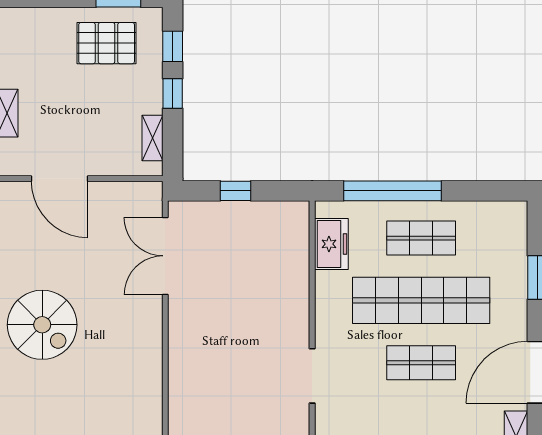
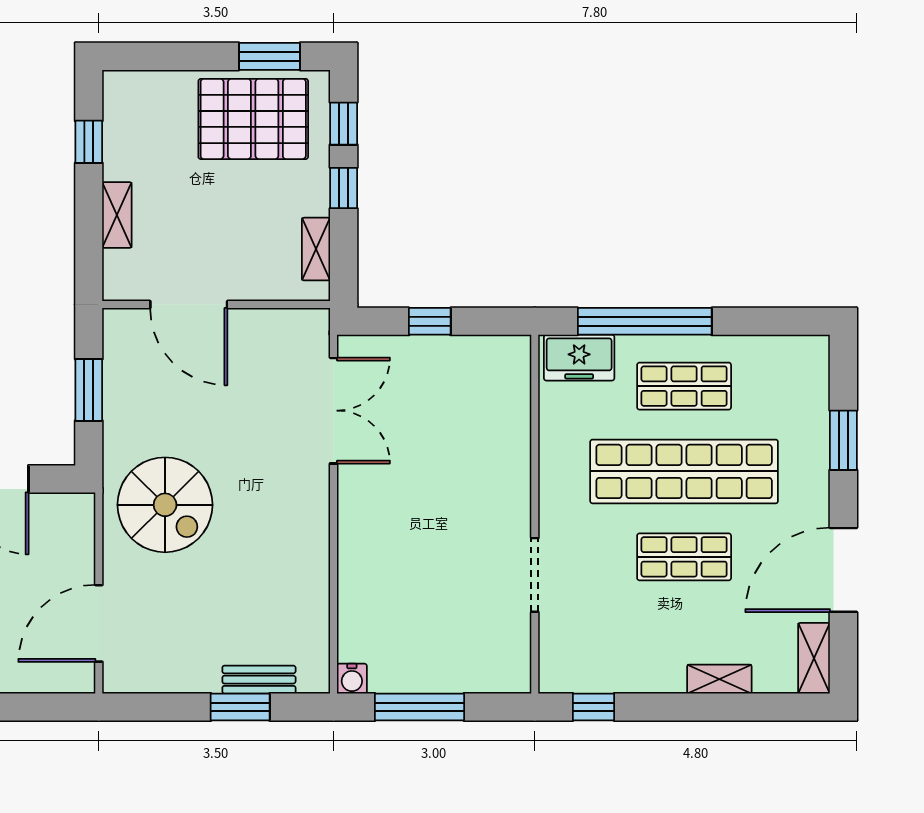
pallet: (107, 43) -> (253, 119), width x1.37, depth x1.41
freezer: (331, 244) -> (579, 358), moved, turned 90
double door: (165, 256) -> (334, 411), swing flipped

